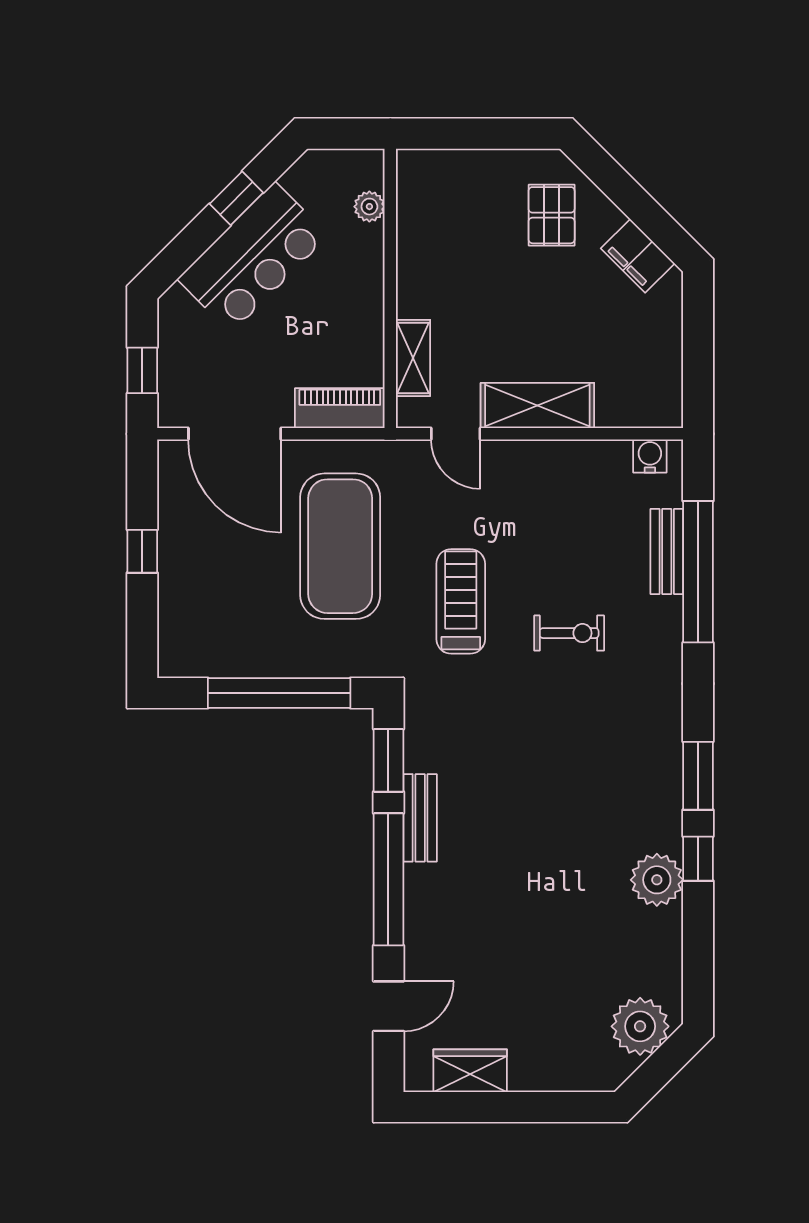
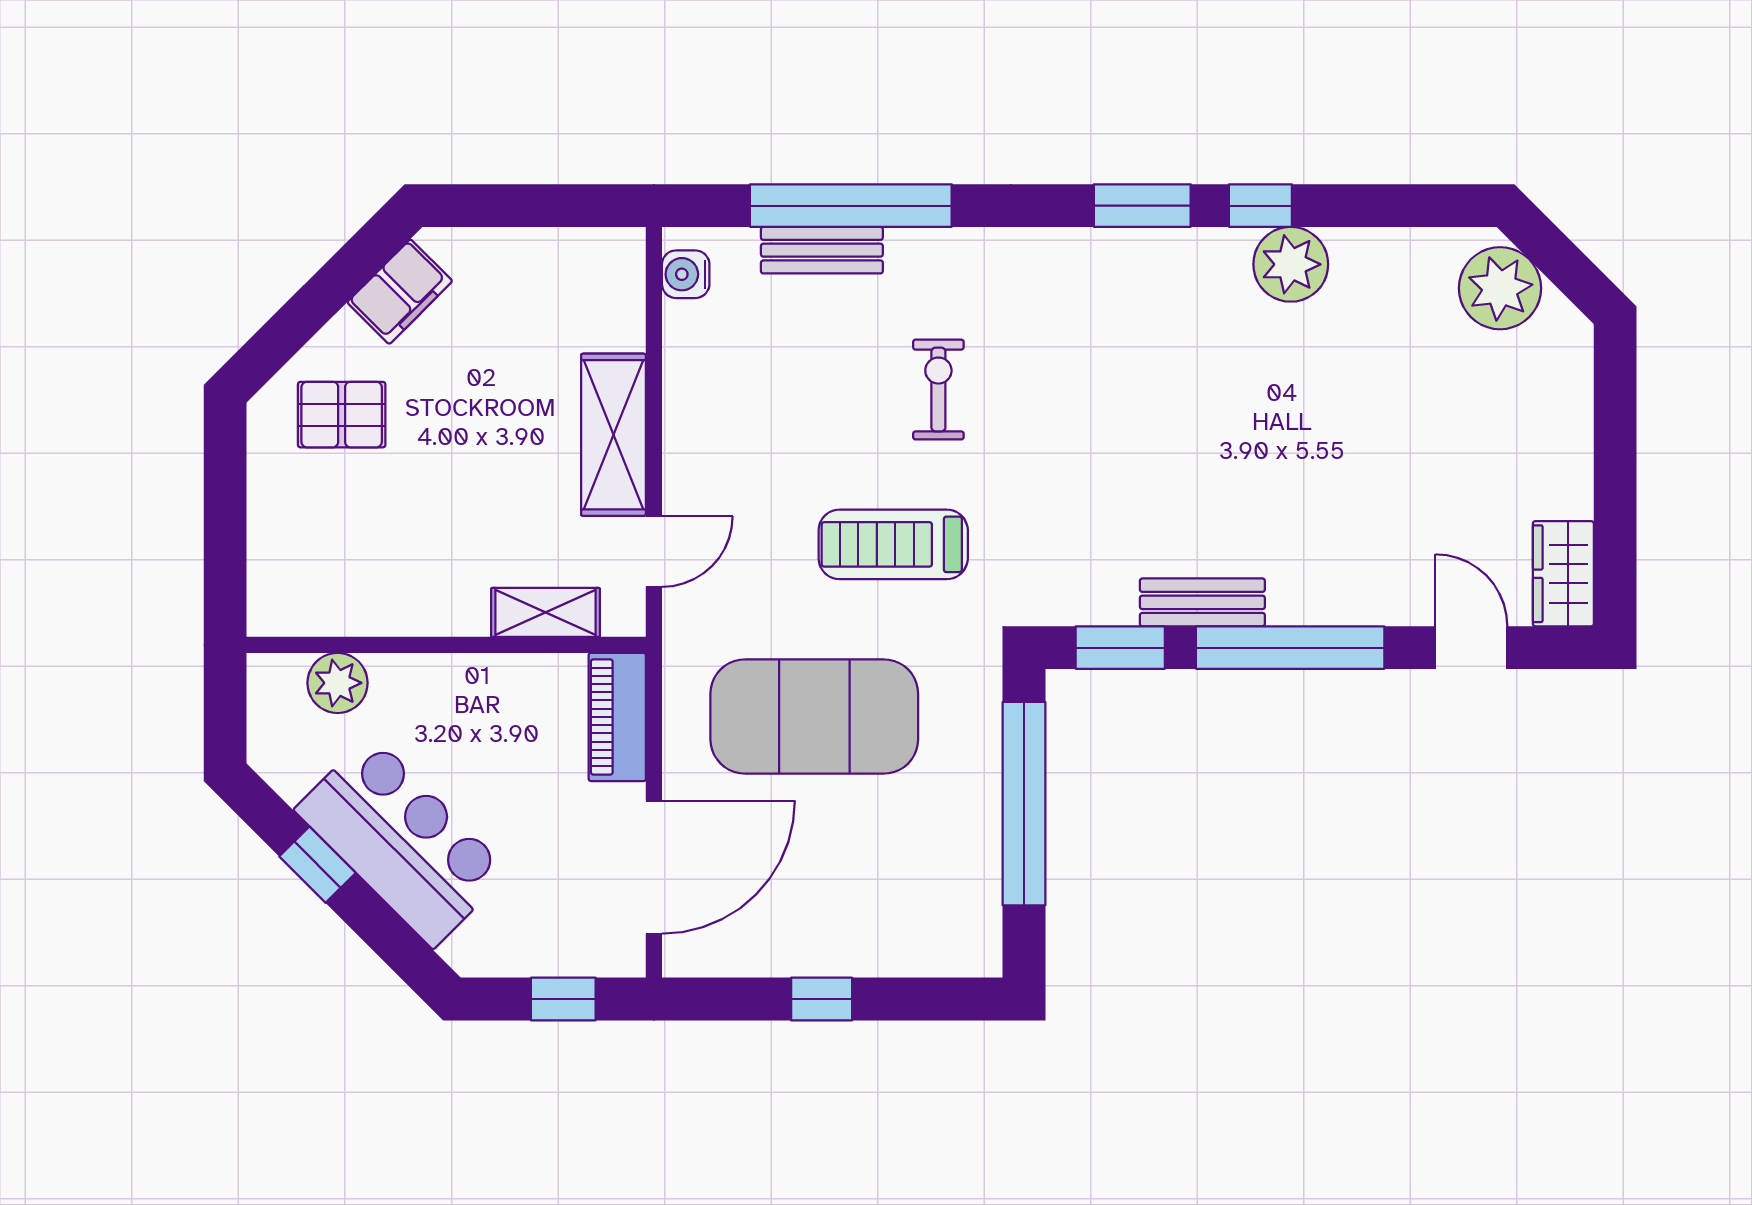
plant: (369, 207) -> (338, 683), width x1.38, depth x1.38
wardrobe: (470, 1071) -> (1563, 574), moved

